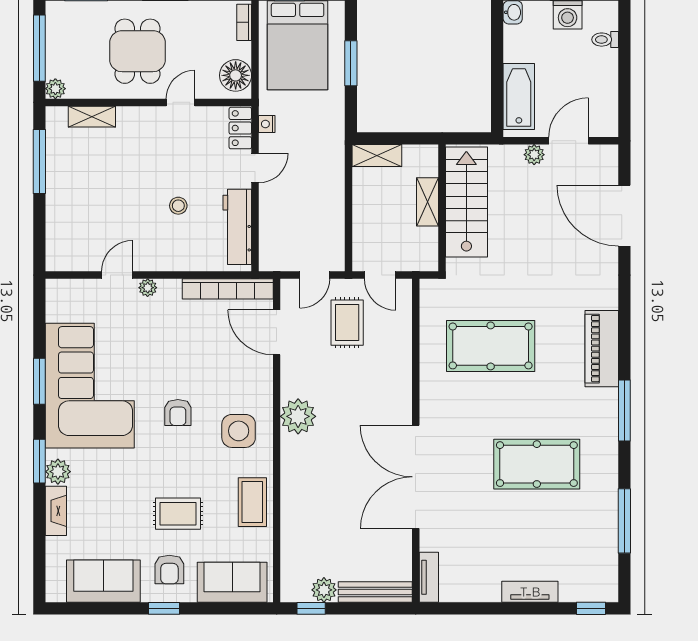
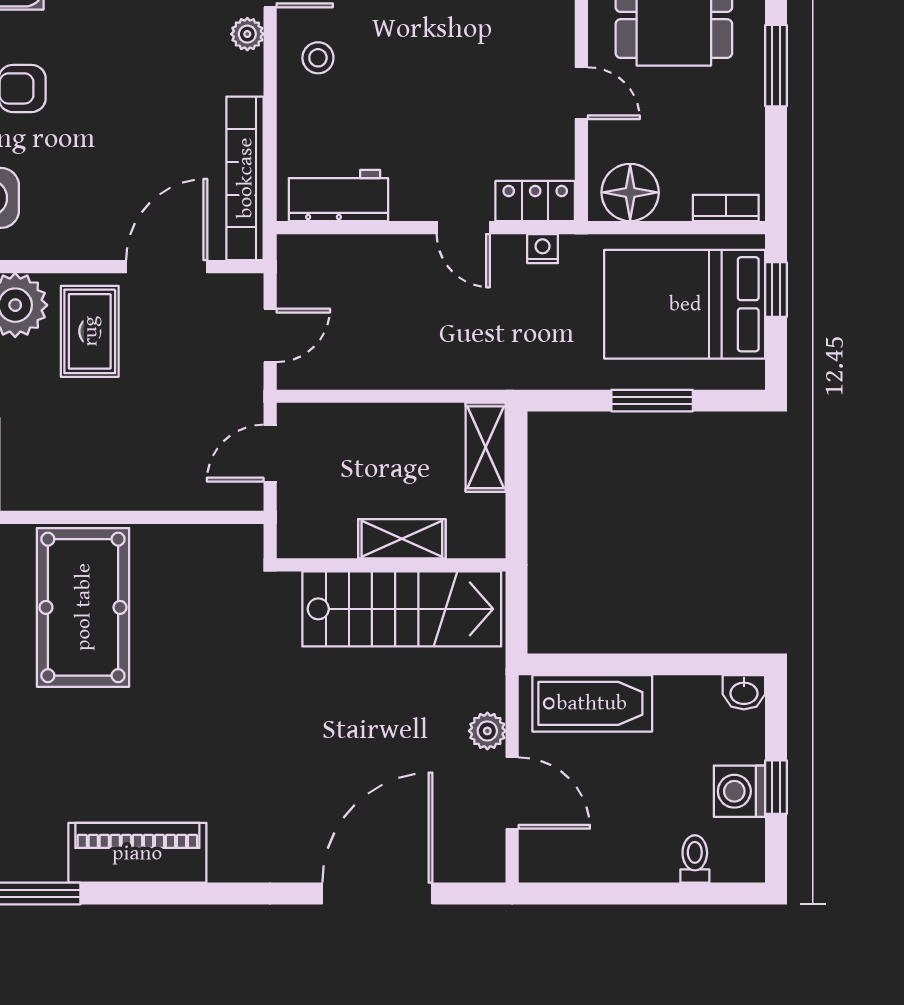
stool: (178, 206) -> (318, 58), moved
workbench: (237, 227) -> (338, 195), width x0.73
door: (315, 275) -> (270, 335), swing flipped
rug: (347, 323) -> (90, 331), moved, turned 90
pool table: (491, 346) -> (83, 607), moved

